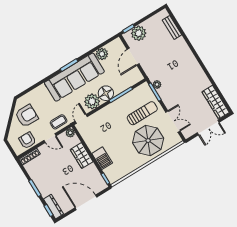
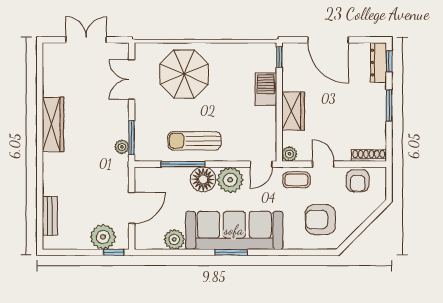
wardrobe: (216, 102) -> (53, 124), moved
sun lounger: (142, 113) -> (194, 141), moved
armchair: (27, 116) -> (320, 220), moved

